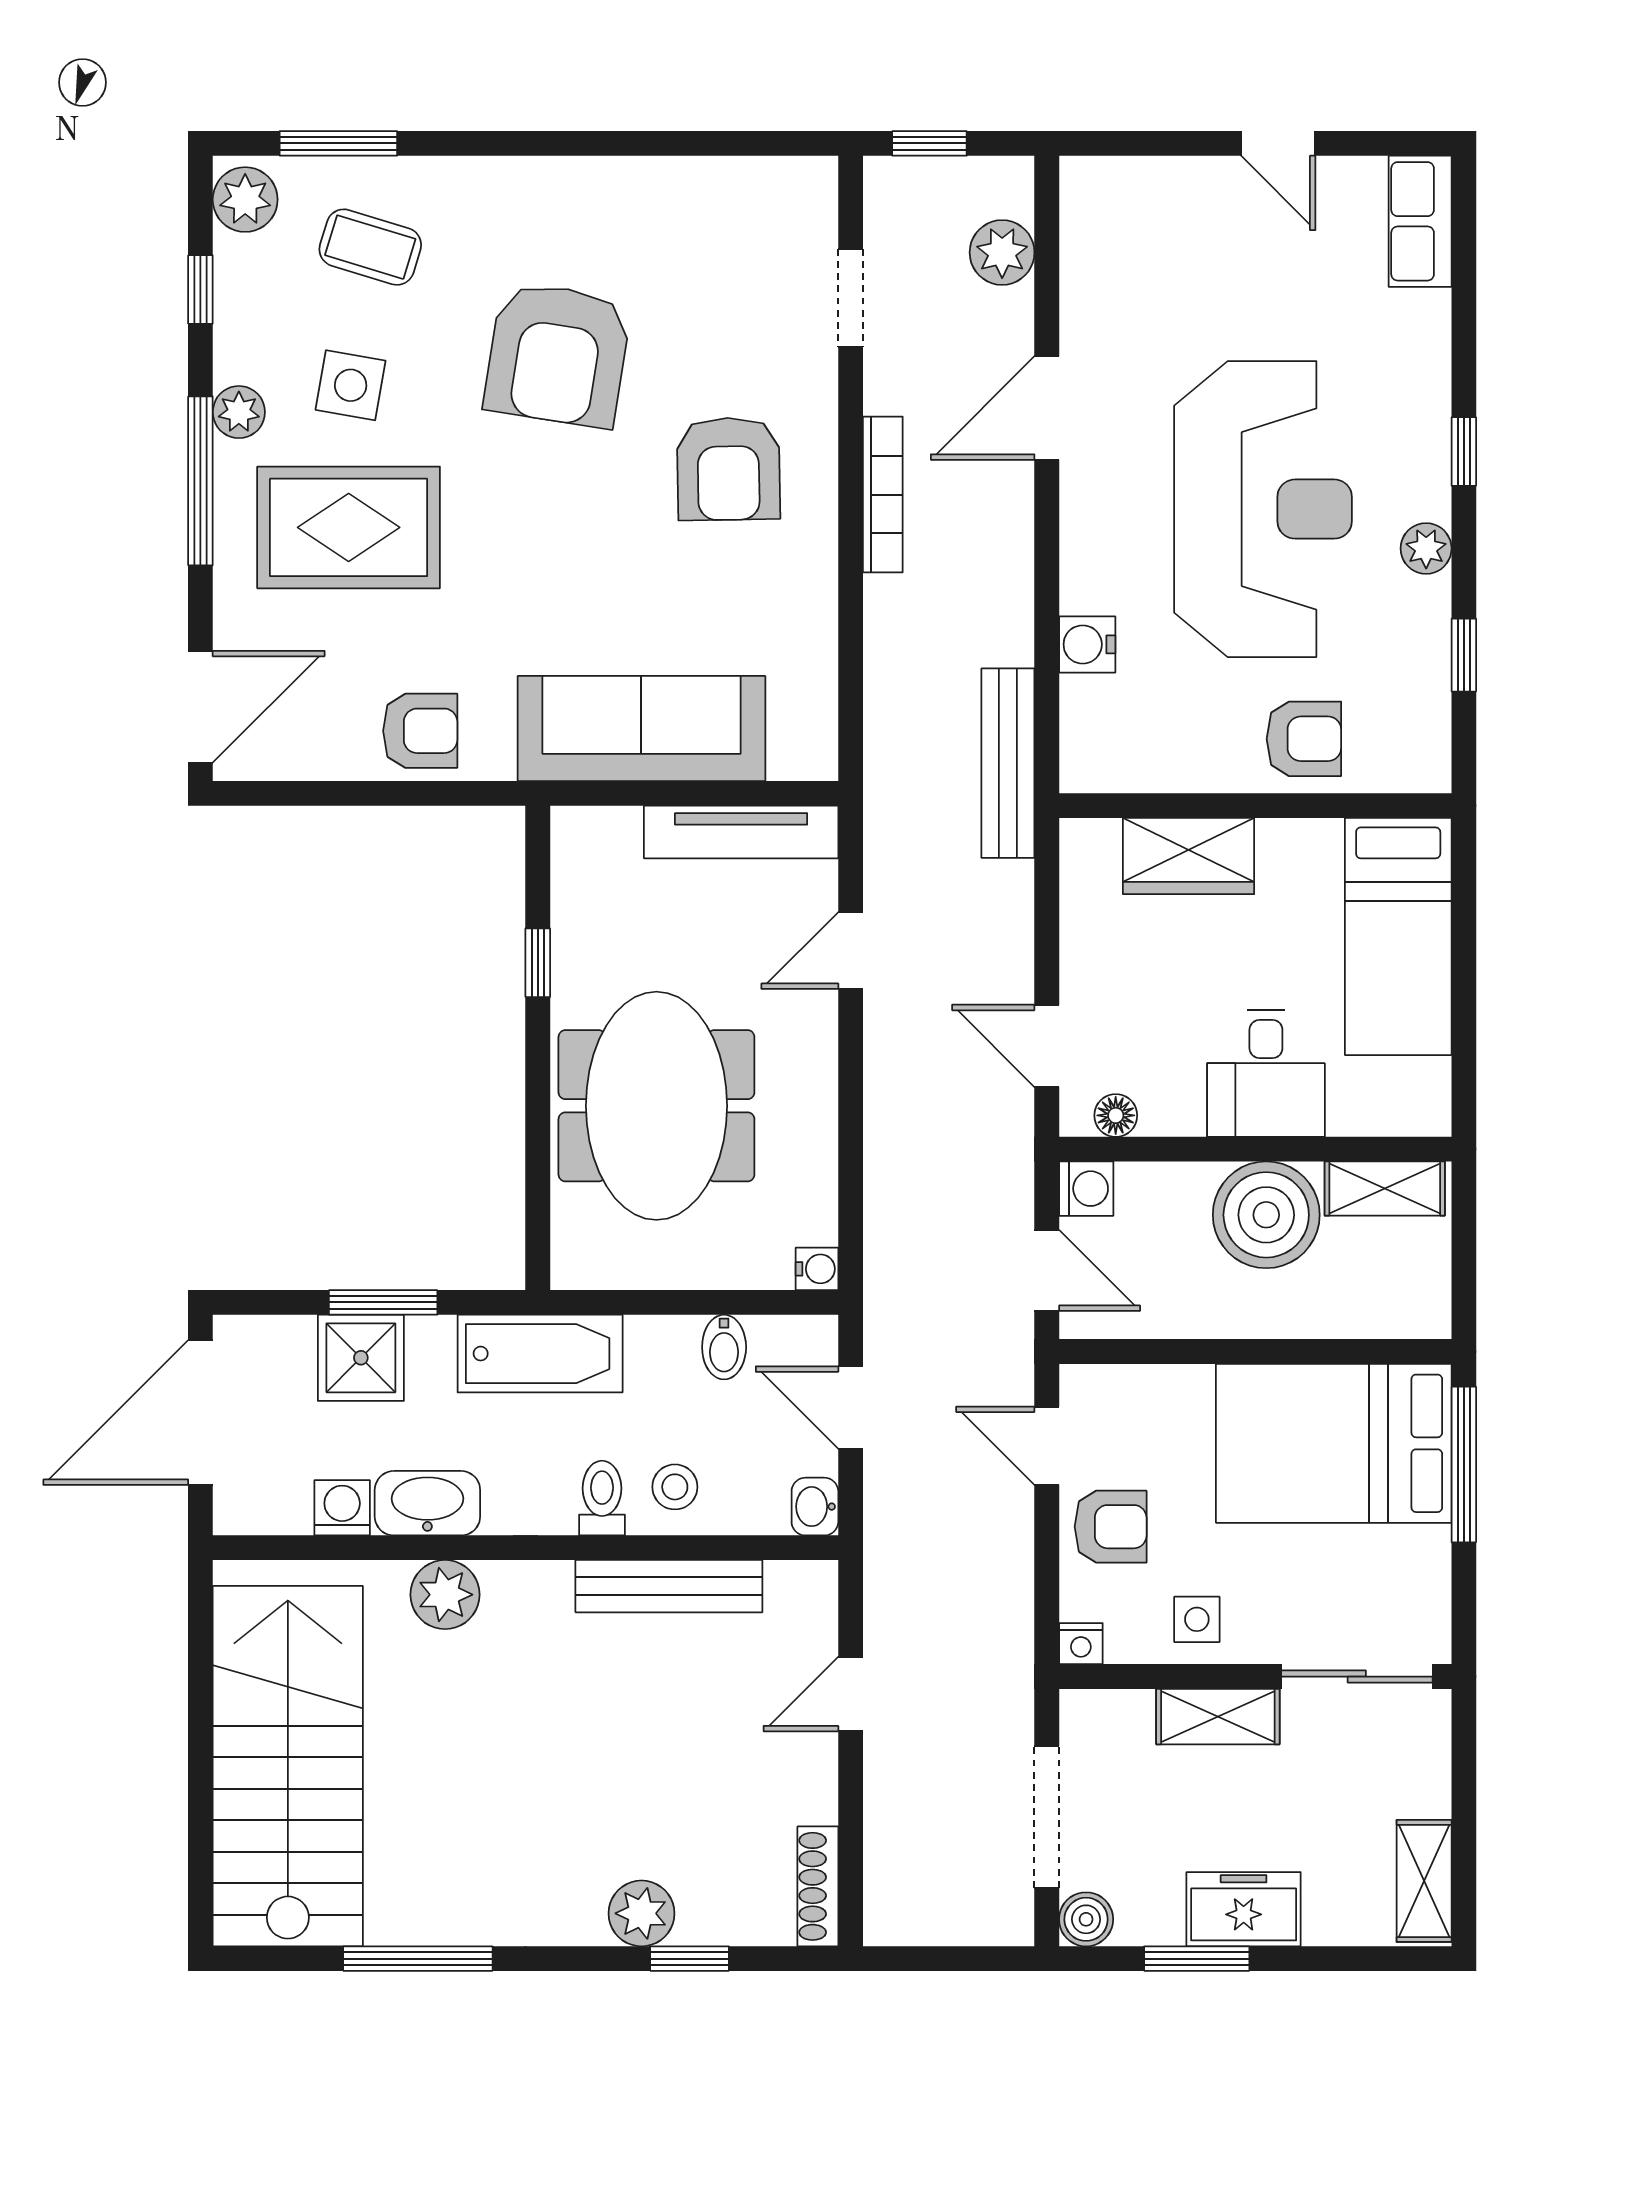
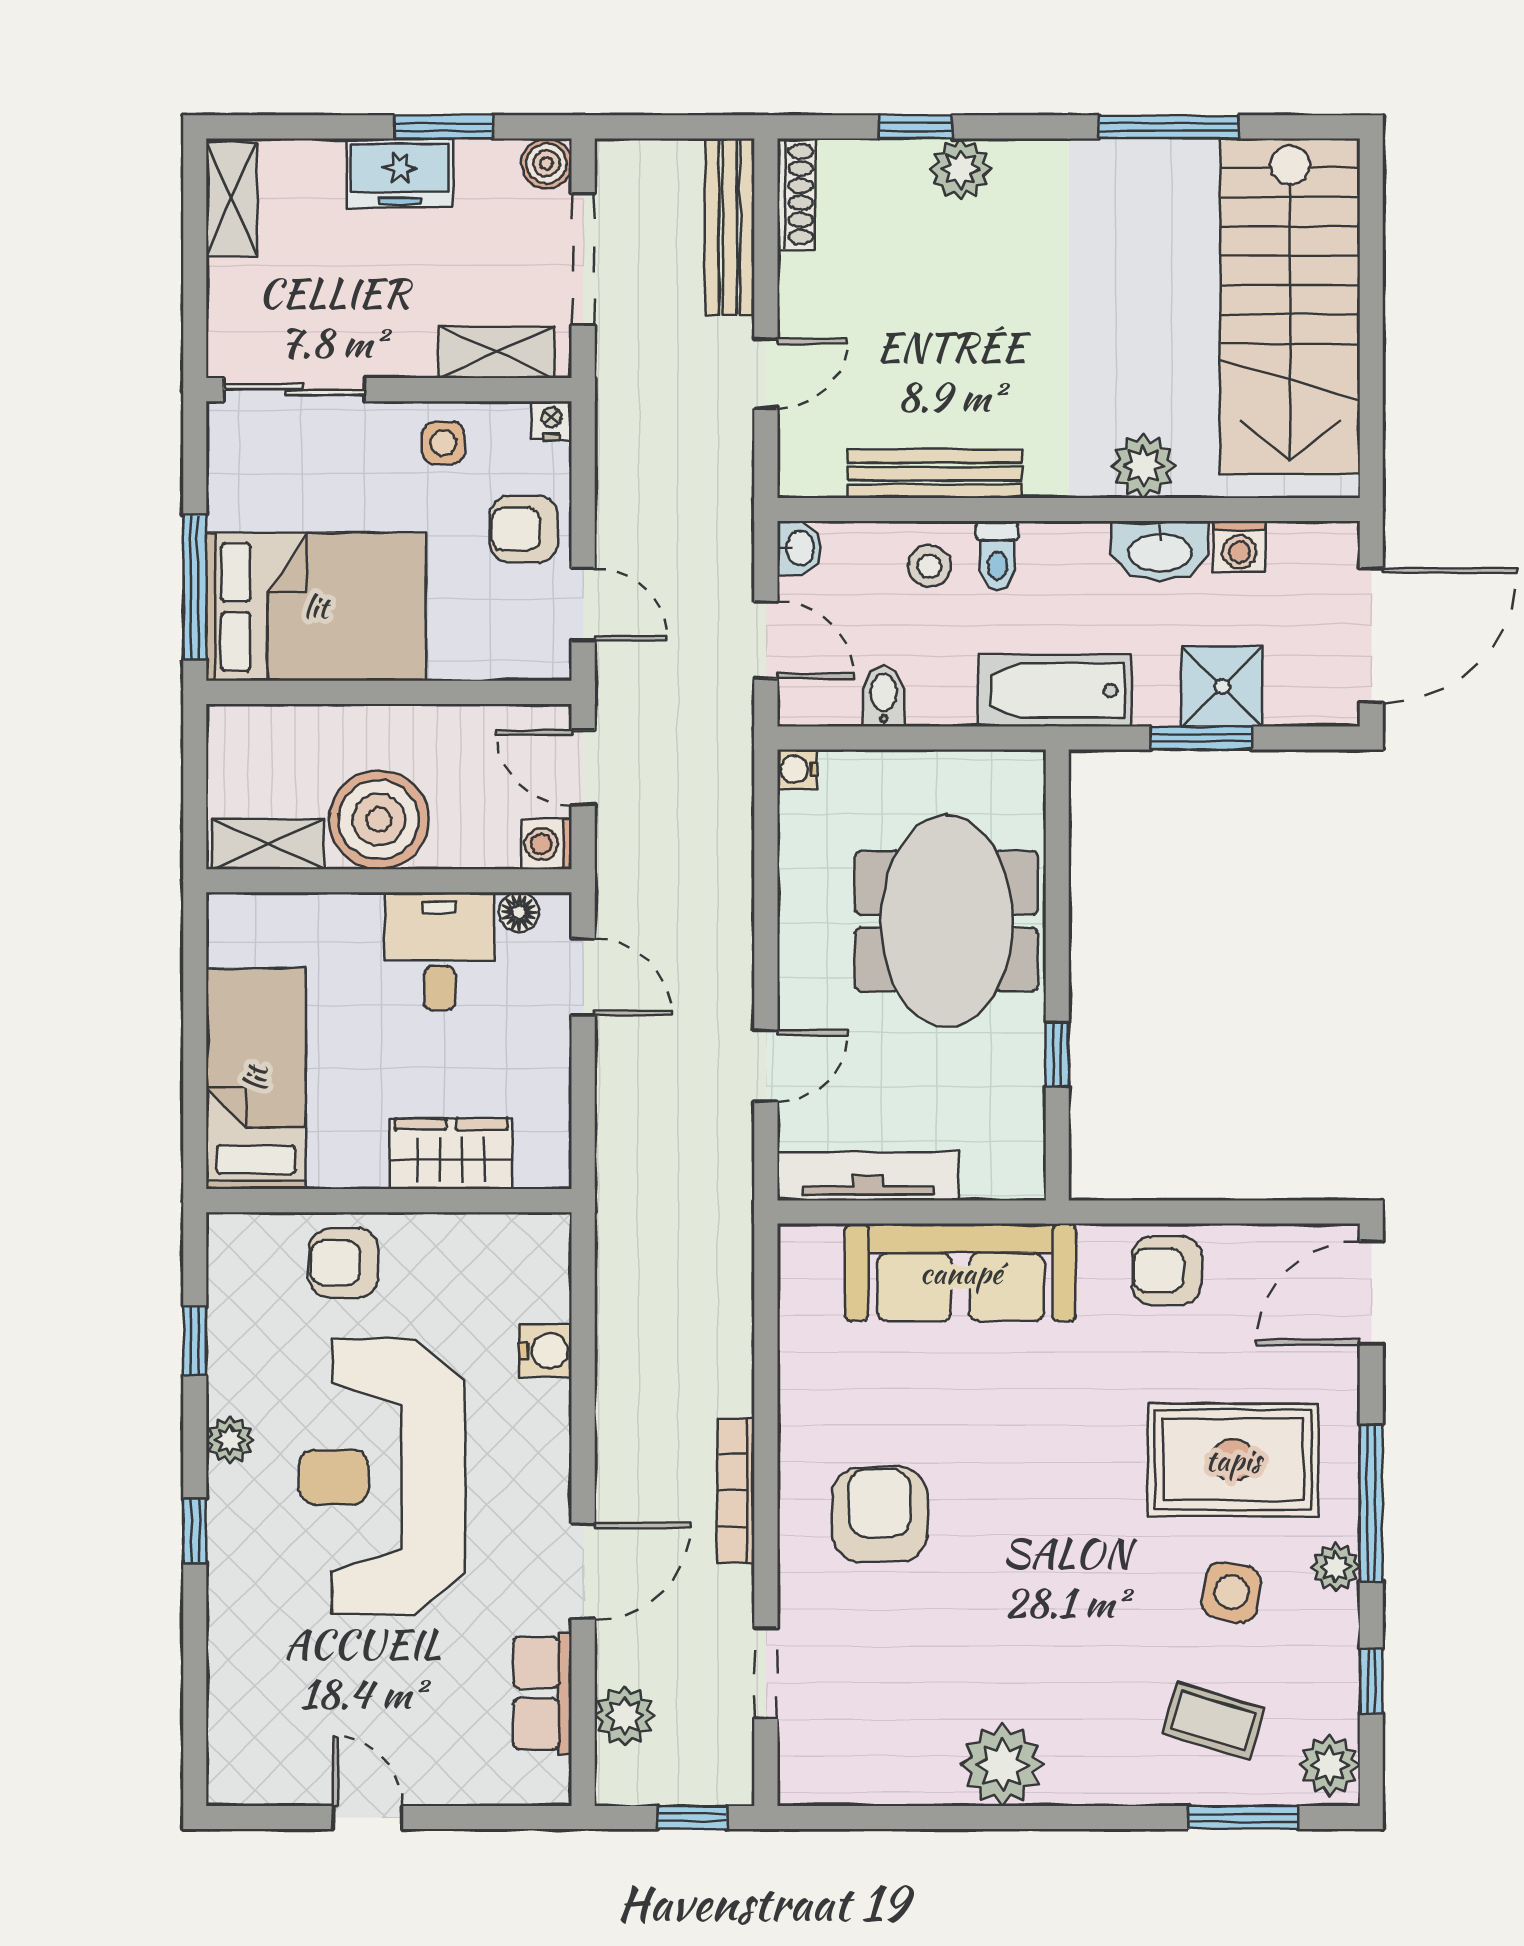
plant: (597, 200) -> (1002, 1765), added
row of seats: (1420, 221) -> (542, 1693), moved, turned 180
armchair: (558, 354) -> (1039, 1621), removed
bench: (1008, 763) -> (730, 227), moved
desk: (1266, 1073) -> (440, 951), moved
shelving: (1218, 1717) -> (497, 352), moved

